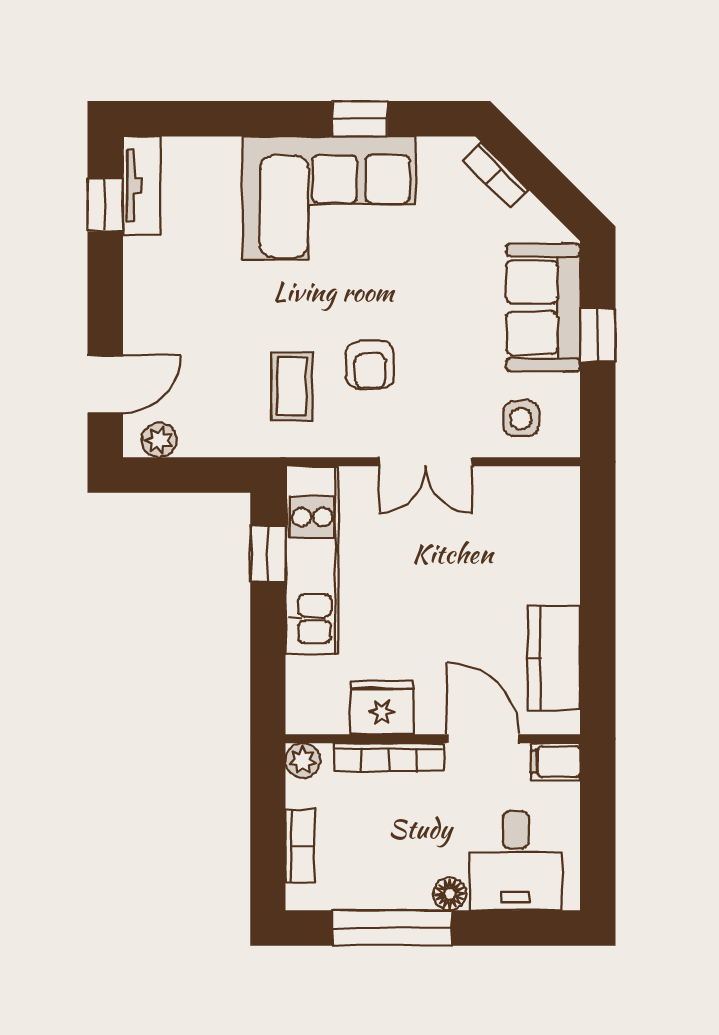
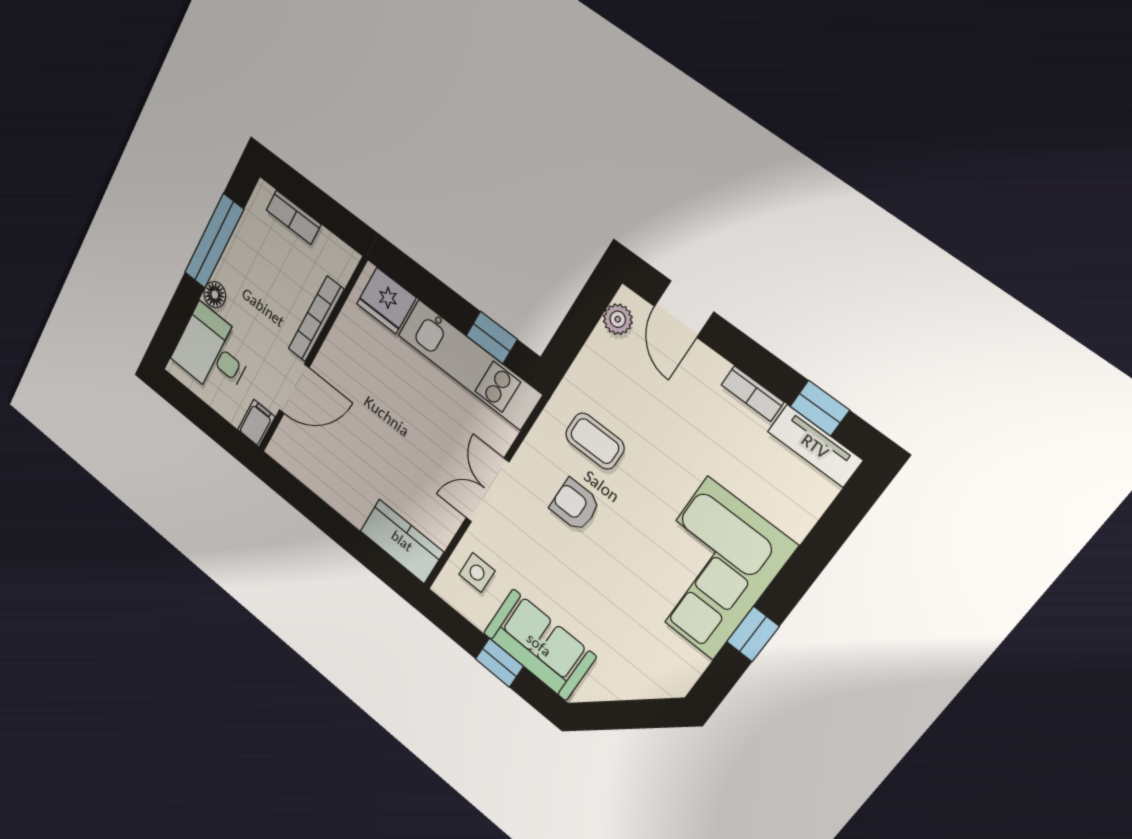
bookcase: (495, 175) -> (753, 394), moved, turned -135
kitchen counter: (554, 658) -> (402, 541), moved
fridge: (382, 708) -> (386, 301), moved, turned 90
plant: (303, 761) -> (345, 260), removed

